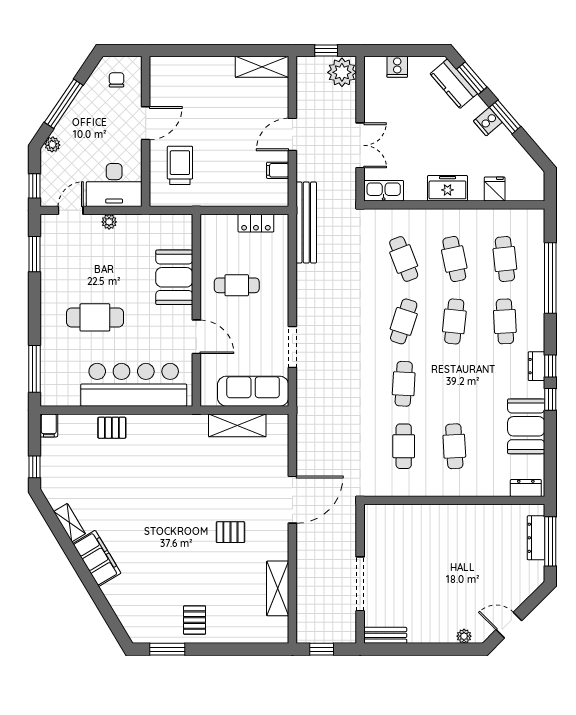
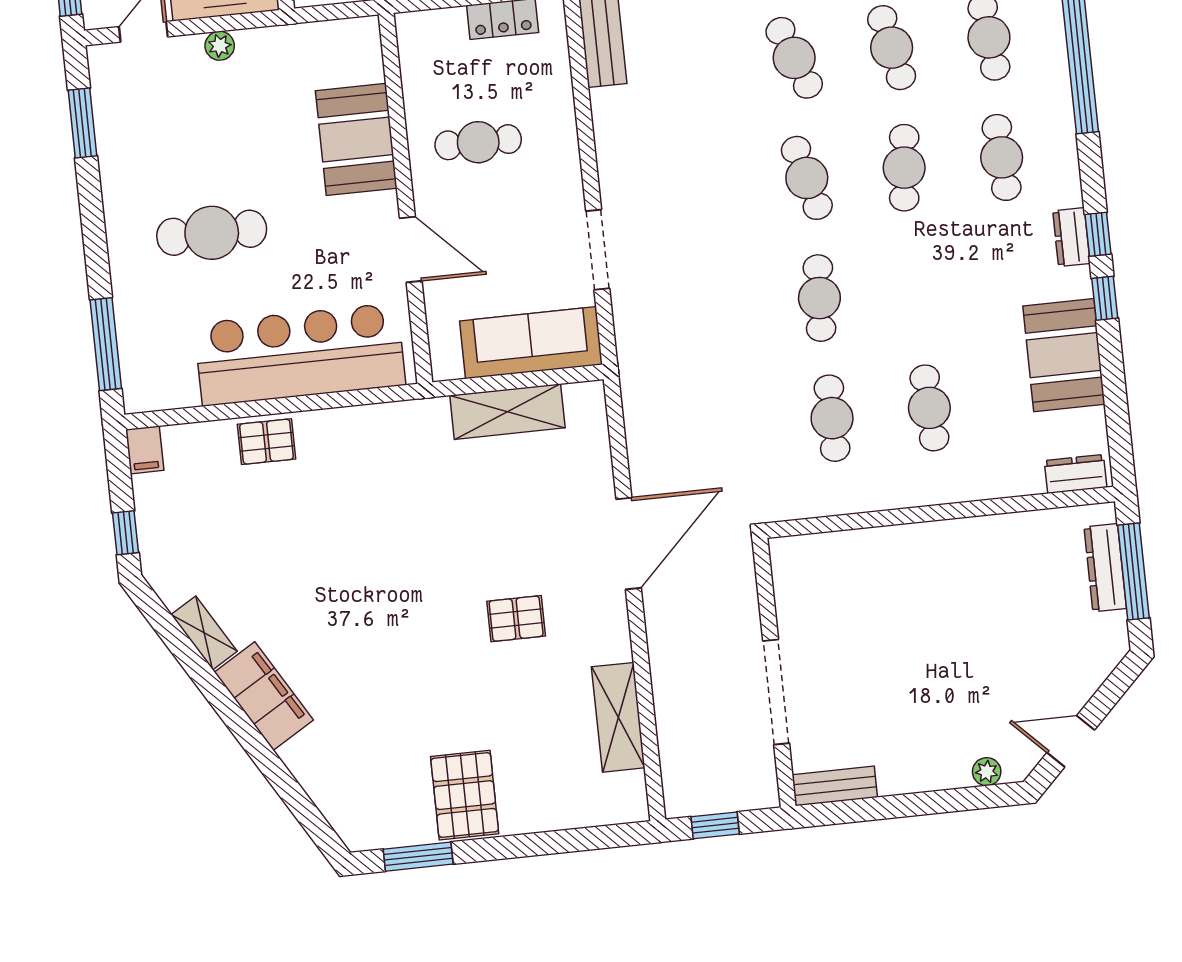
cafe table: (404, 321) -> (807, 178), turned -33
pallet: (195, 620) -> (465, 795), width x1.50, depth x1.42

